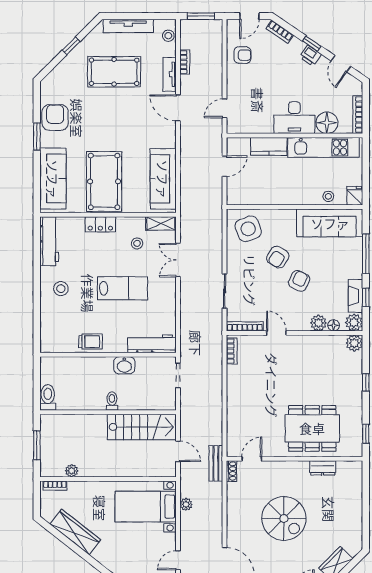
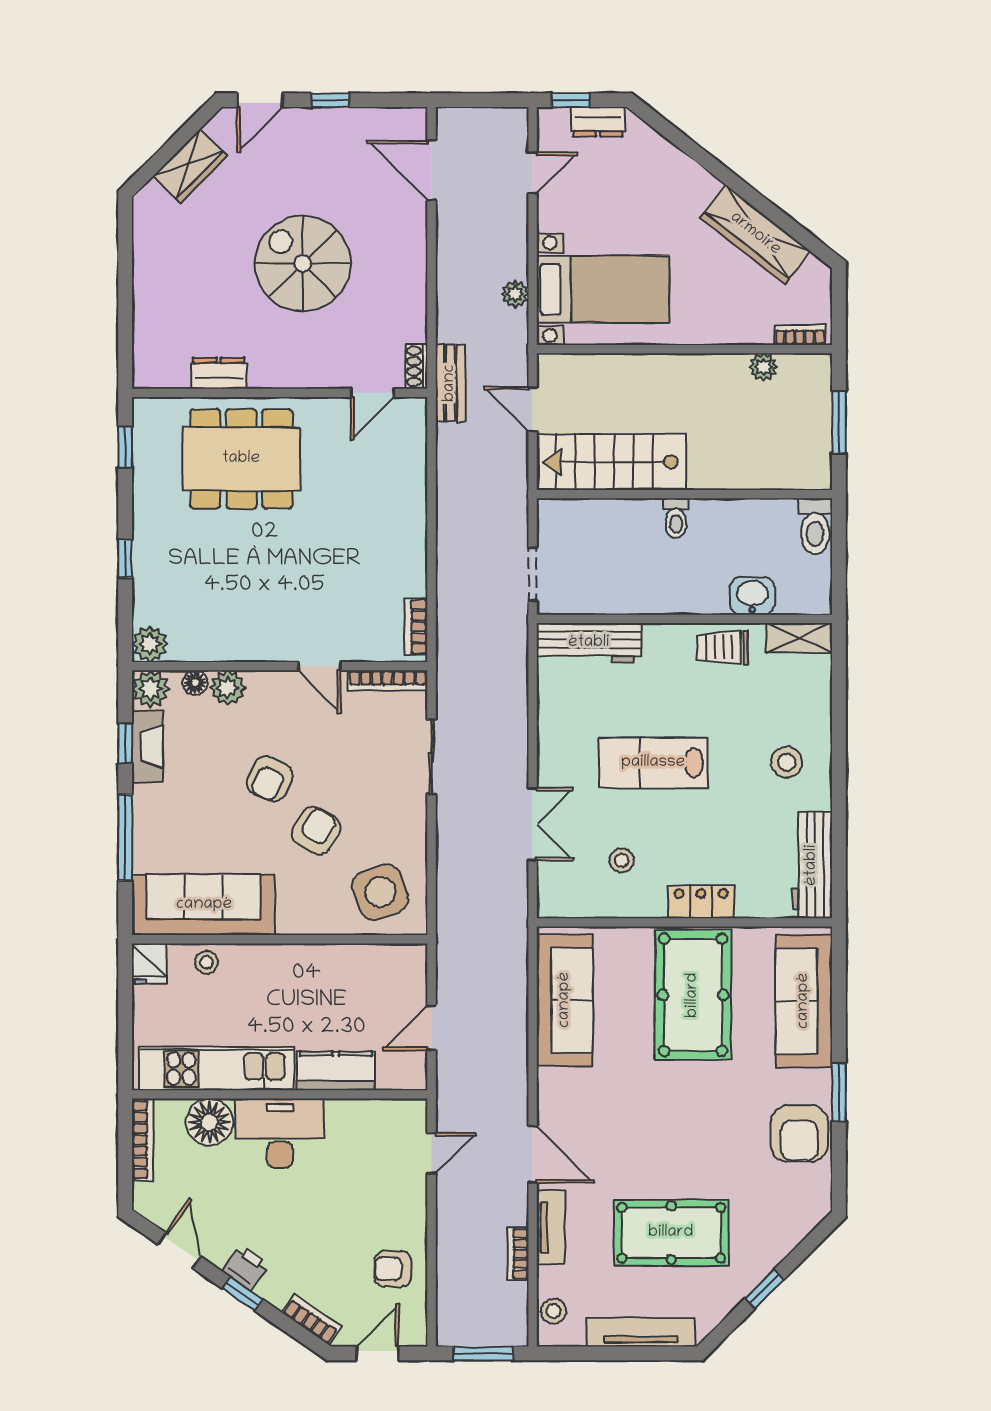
shelving: (161, 223) -> (799, 638), moved
washbasin: (124, 365) -> (752, 596), moved

